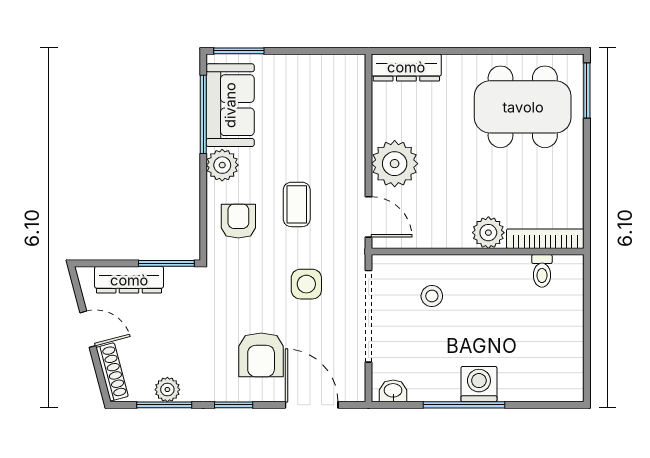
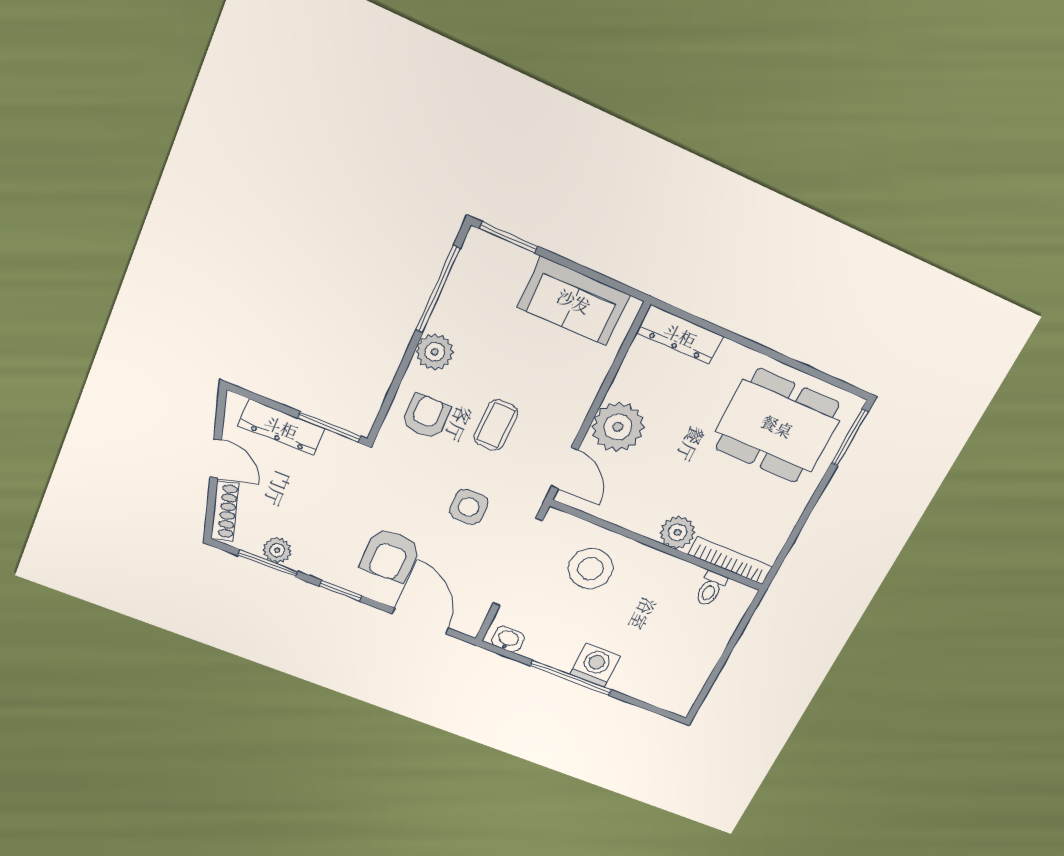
sofa: (230, 105) -> (574, 301), moved, turned 90
stool: (432, 296) -> (591, 569), width x1.89, depth x1.89

